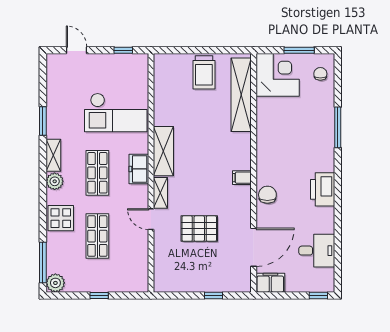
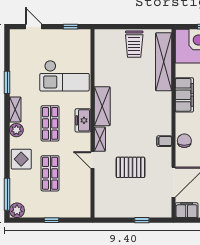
filing cabinet: (267, 137) -> (184, 95), added
filing cabinet: (242, 178) -> (164, 141), moved

